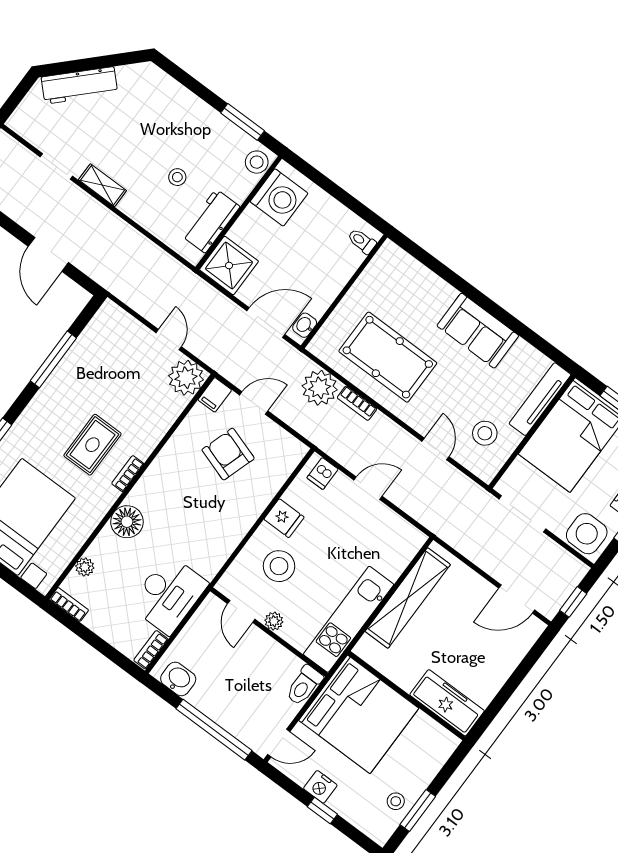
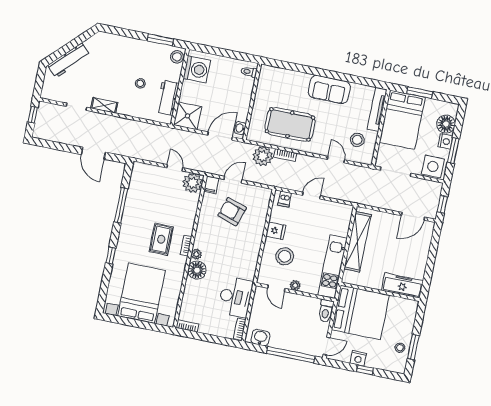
plant: (85, 567) -> (196, 254), moved

